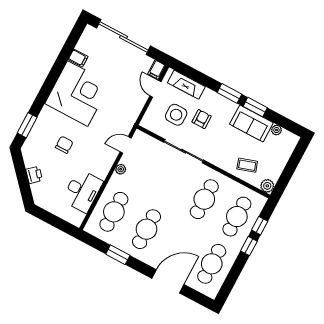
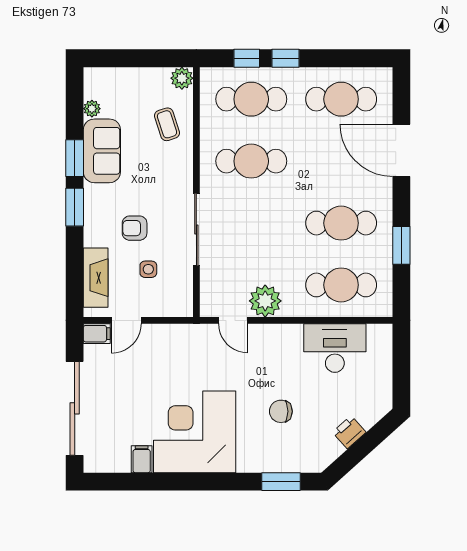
side table: (176, 115) -> (148, 269), width x0.54, depth x0.54
plant: (121, 169) -> (265, 301), width x1.87, depth x1.87

